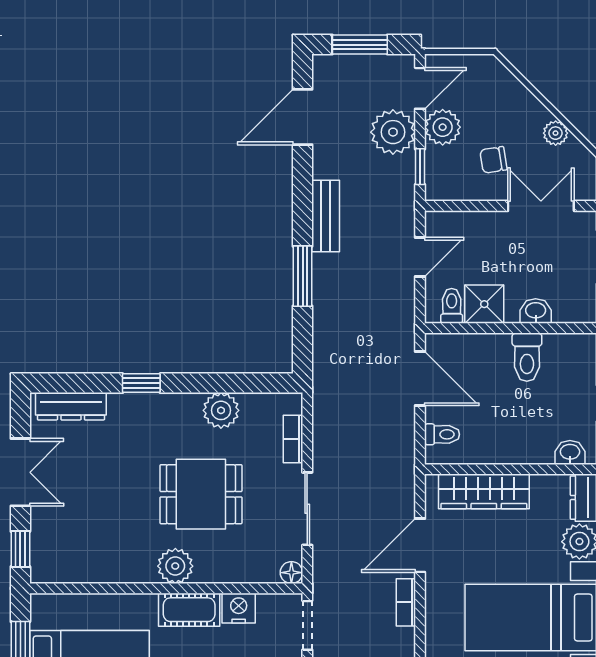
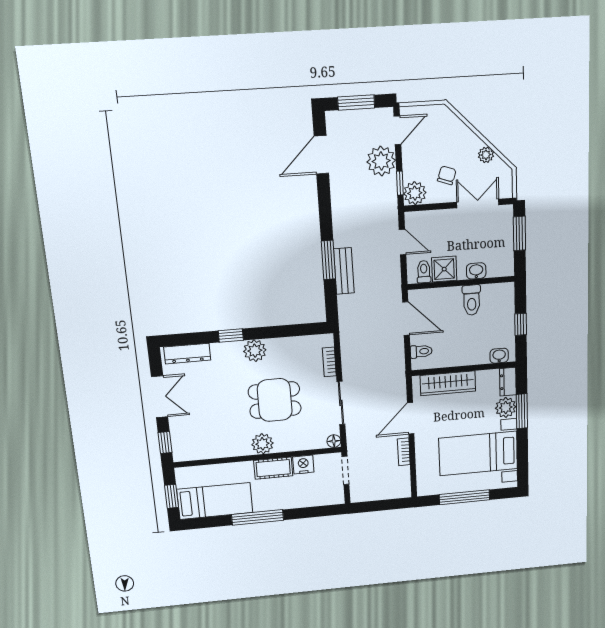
plant: (443, 127) -> (415, 193), moved
chair: (493, 160) -> (447, 175), turned 118
bench: (326, 216) -> (344, 271), moved
door: (420, 257) -> (403, 242), hinge flipped
plant: (221, 410) -> (255, 351), moved

